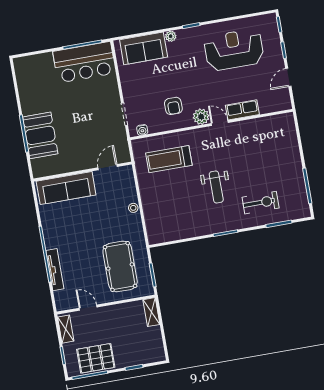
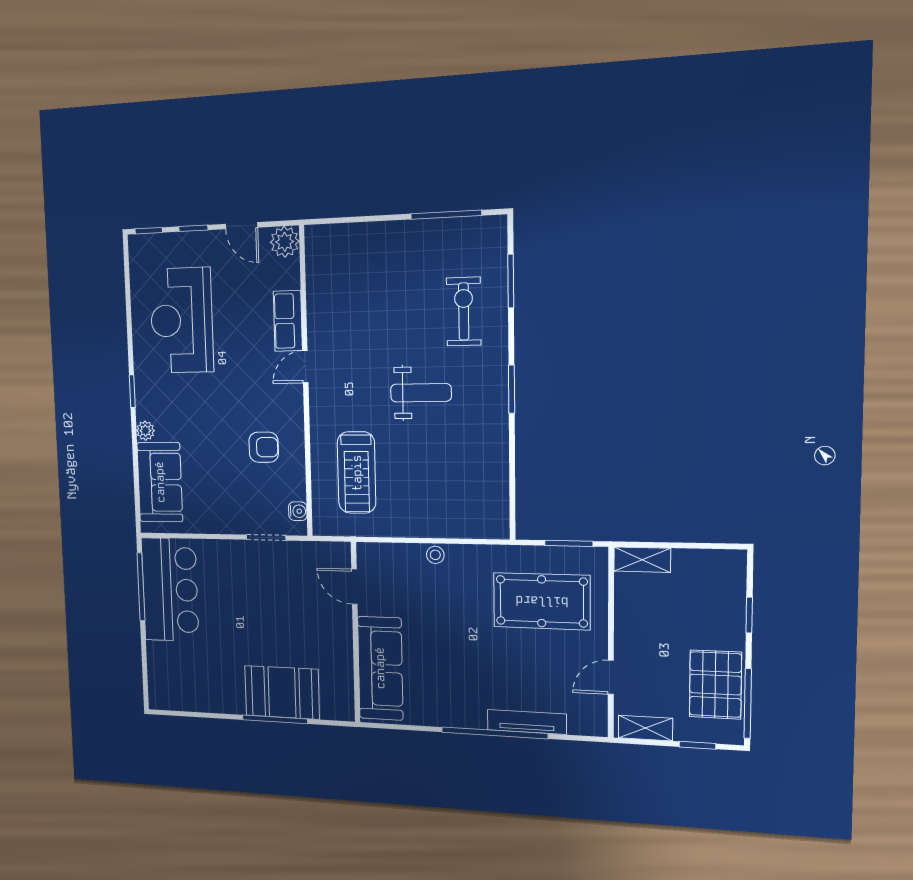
plant: (201, 117) -> (285, 242), moved

